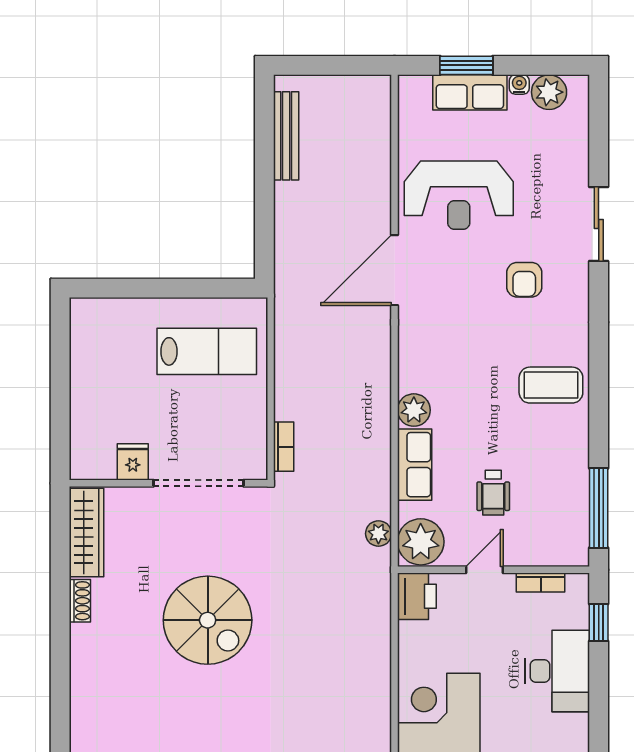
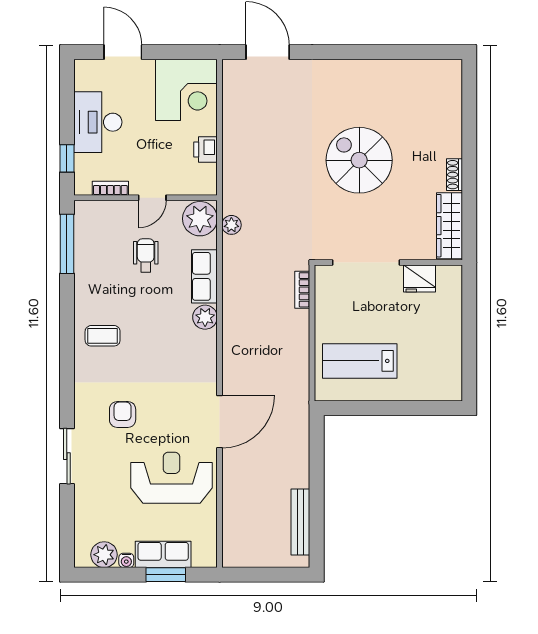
coffee table: (551, 385) -> (103, 336), width x0.73, depth x0.77
fridge: (133, 462) -> (419, 278), width x1.38
printer: (417, 596) -> (206, 150), moved, width x0.73, depth x0.81

